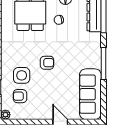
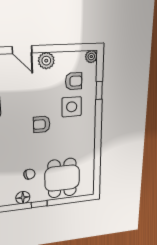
plant: (42, 113) -> (46, 61), added

